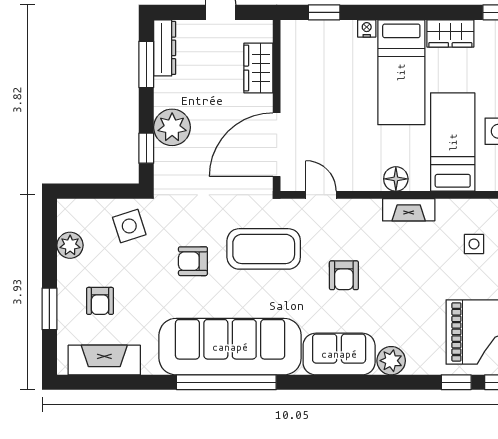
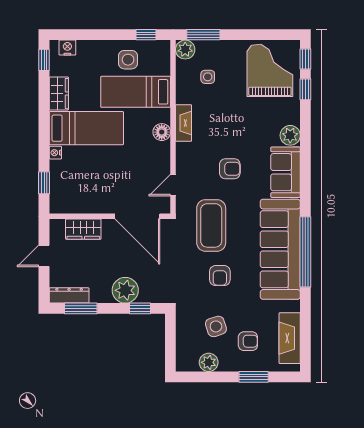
side table: (129, 226) -> (216, 326), moved

